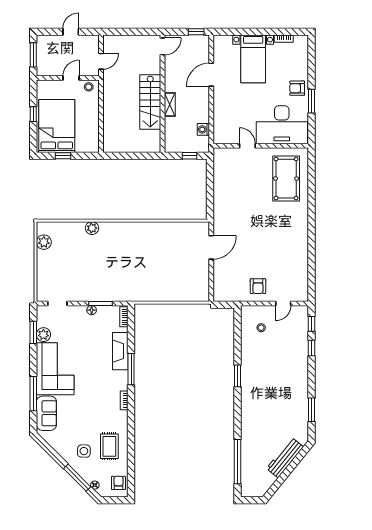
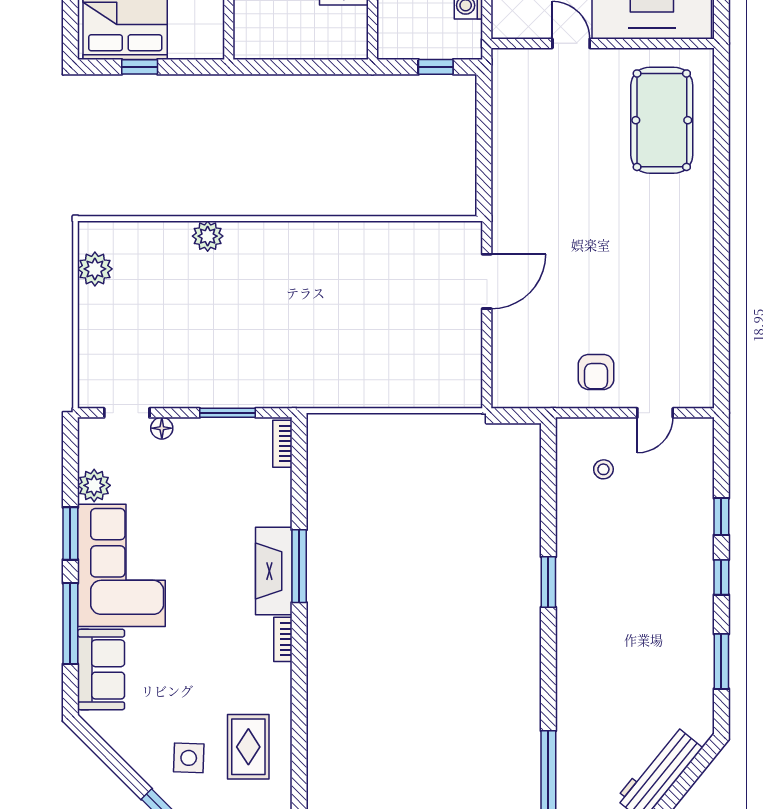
floor lamp: (92, 310) -> (162, 428), moved
window: (312, 324) -> (721, 577), moved
window: (33, 332) -> (70, 534), moved
fireplace: (120, 351) -> (274, 571), moved

